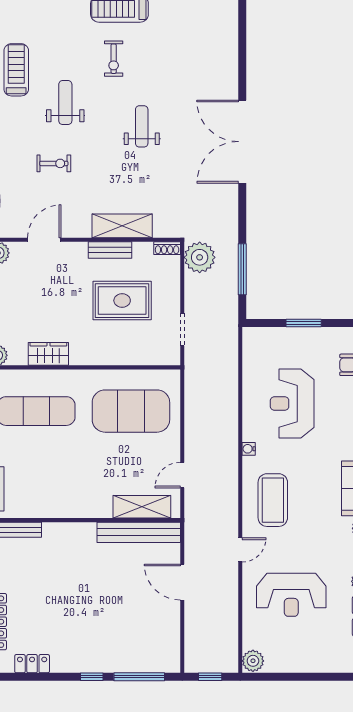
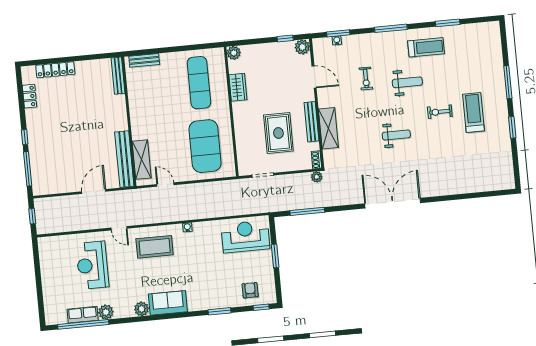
bench: (110, 250) -> (311, 122), width x1.36
plant: (200, 257) -> (317, 177), width x0.53, depth x0.53
reception desk: (292, 404) -> (245, 237), moved
plant: (253, 661) -> (46, 244), removed

